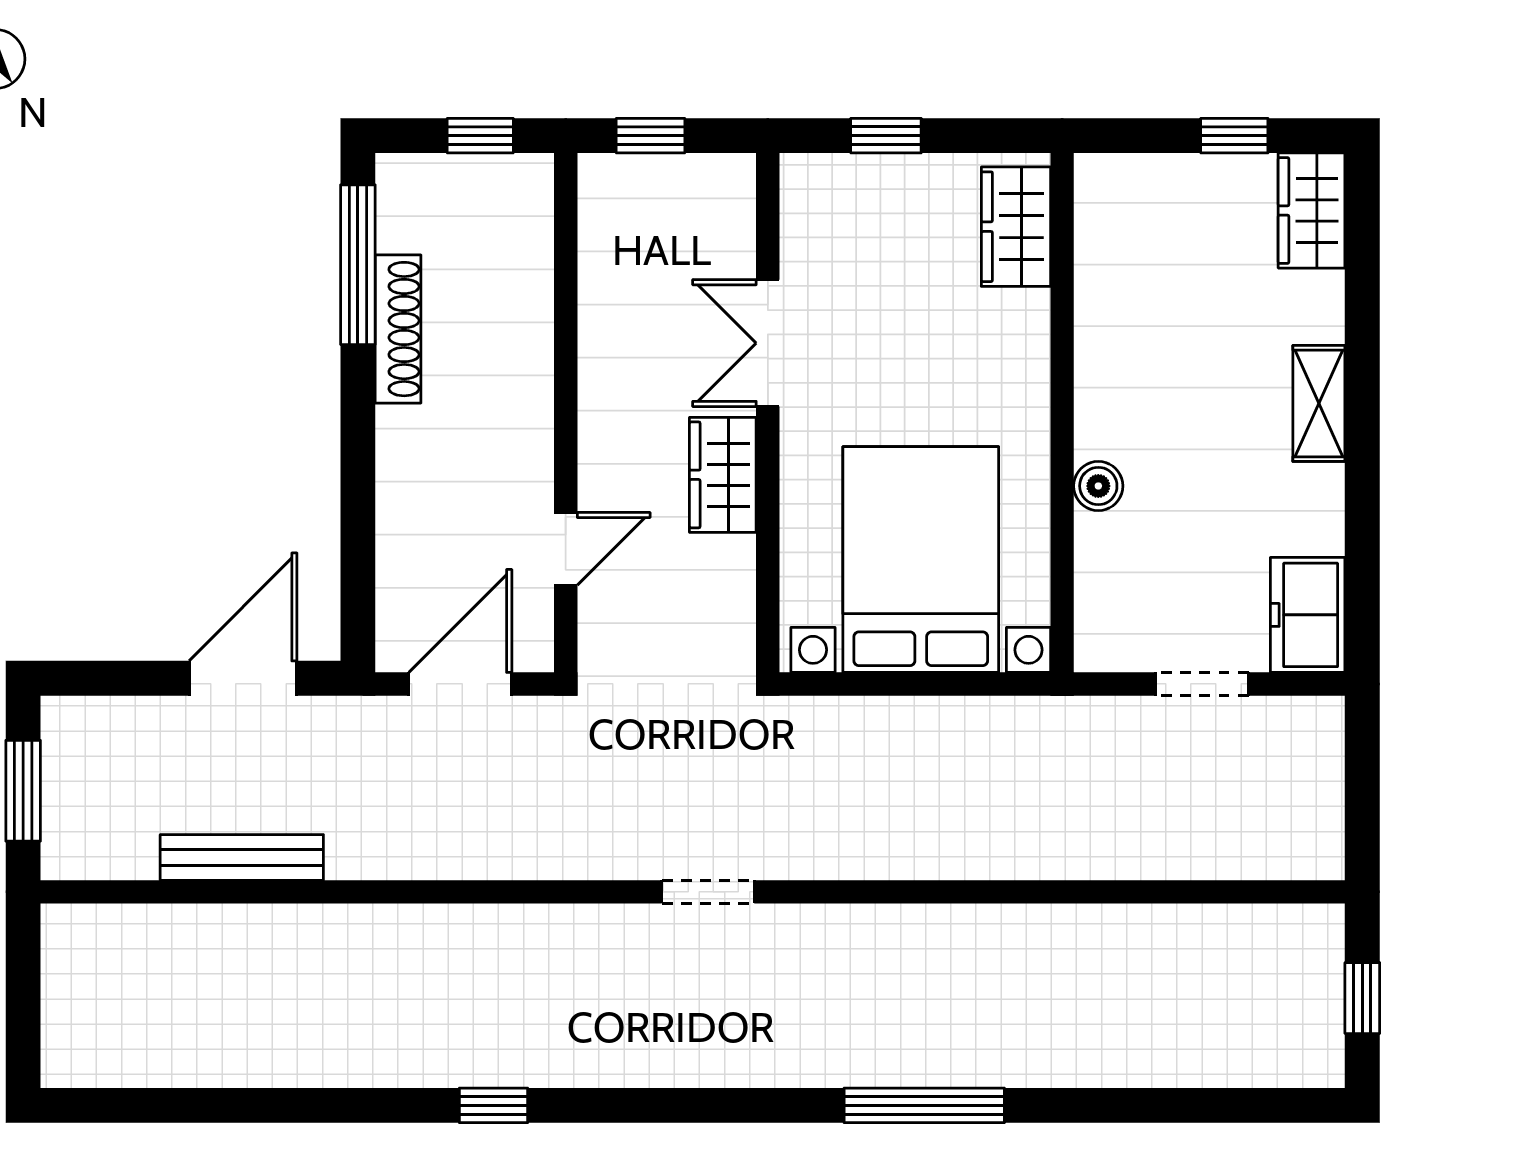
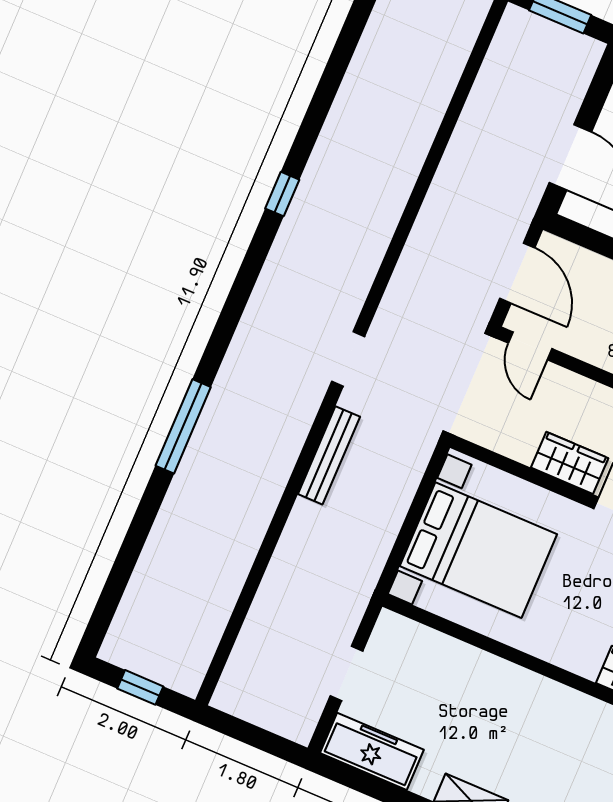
boiler: (1098, 486) -> (477, 663), removed
door: (566, 549) -> (530, 346), moved
freezer: (1308, 615) -> (372, 751), width x1.40
bench: (242, 857) -> (329, 455), moved

